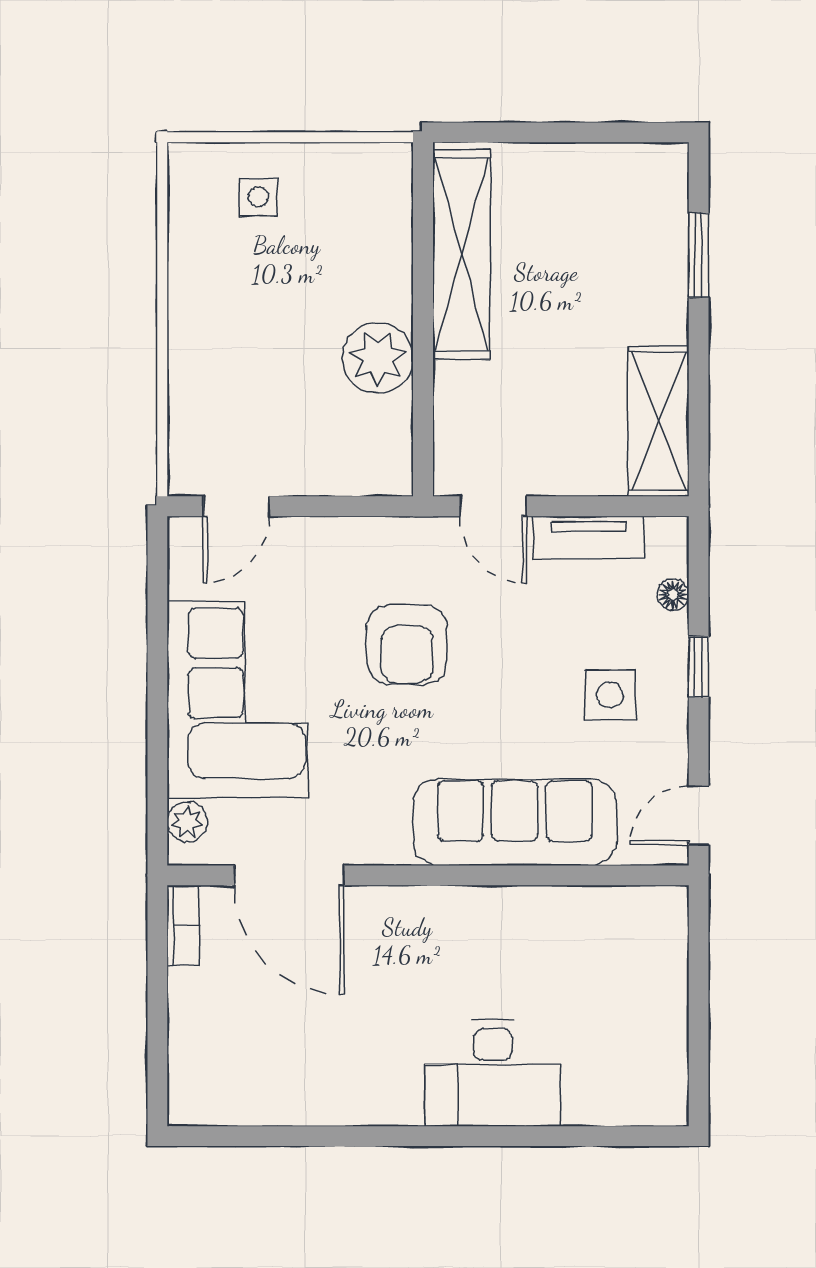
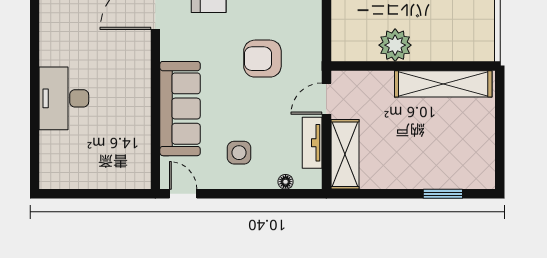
shelving: (659, 421) -> (345, 154), moved, turned 90
window: (699, 667) -> (252, 194), removed

